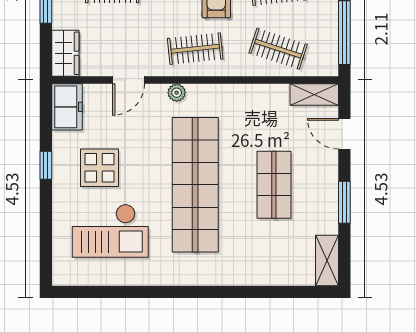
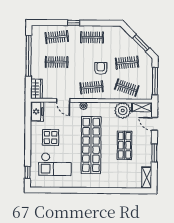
door: (129, 80) -> (63, 100), hinge flipped
plant: (269, 103) -> (123, 111), added
window: (46, 165) -> (28, 172), moved

